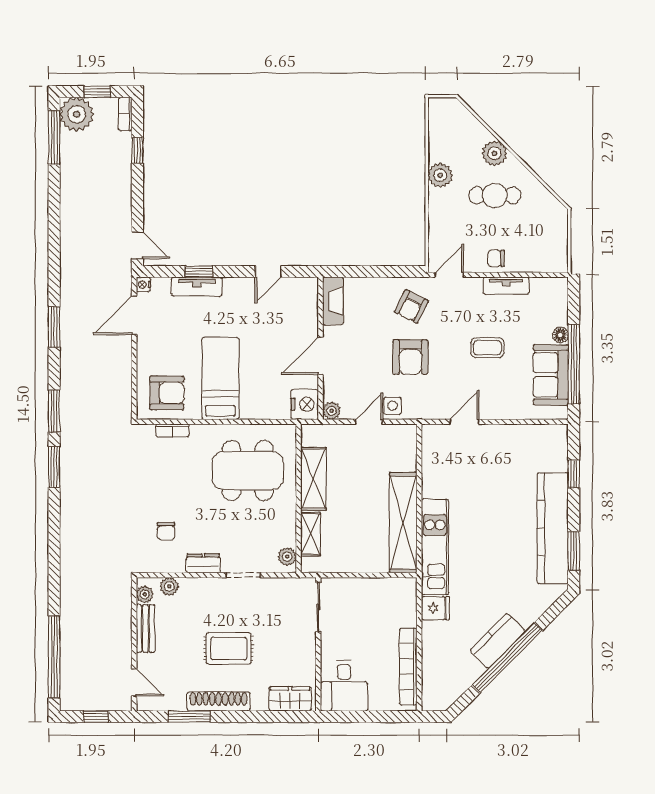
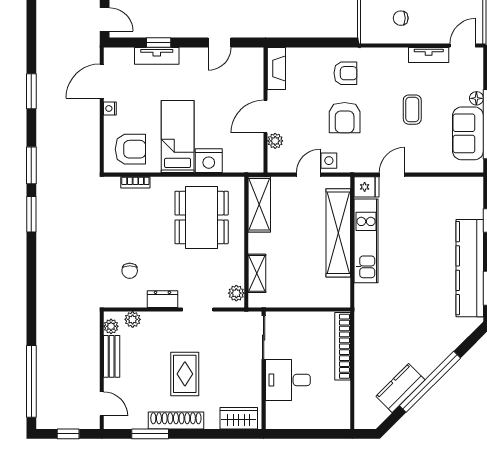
chair: (496, 258) -> (401, 18), moved
door: (449, 275) -> (463, 45), moved
nightstand: (143, 284) -> (110, 108), moved
armchair: (411, 306) -> (345, 73), turned -117
coffee table: (487, 348) -> (412, 110), turned 90
nightstand: (305, 404) -> (209, 161), moved, turned 90
plant: (331, 411) -> (275, 141), moved
dining table: (248, 471) -> (202, 218), turned 90
shelving: (313, 479) -> (259, 204), moved
shelving: (403, 523) -> (338, 233), moved
kitchen unit: (435, 547) -> (366, 241), moved
fridge: (435, 608) -> (367, 187), moved
kitchen counter: (498, 641) -> (400, 388), moved
rug: (229, 648) -> (185, 374), turned 90
bookcase: (408, 667) -> (343, 346), moved
desk: (344, 686) -> (288, 380), moved, turned 90

